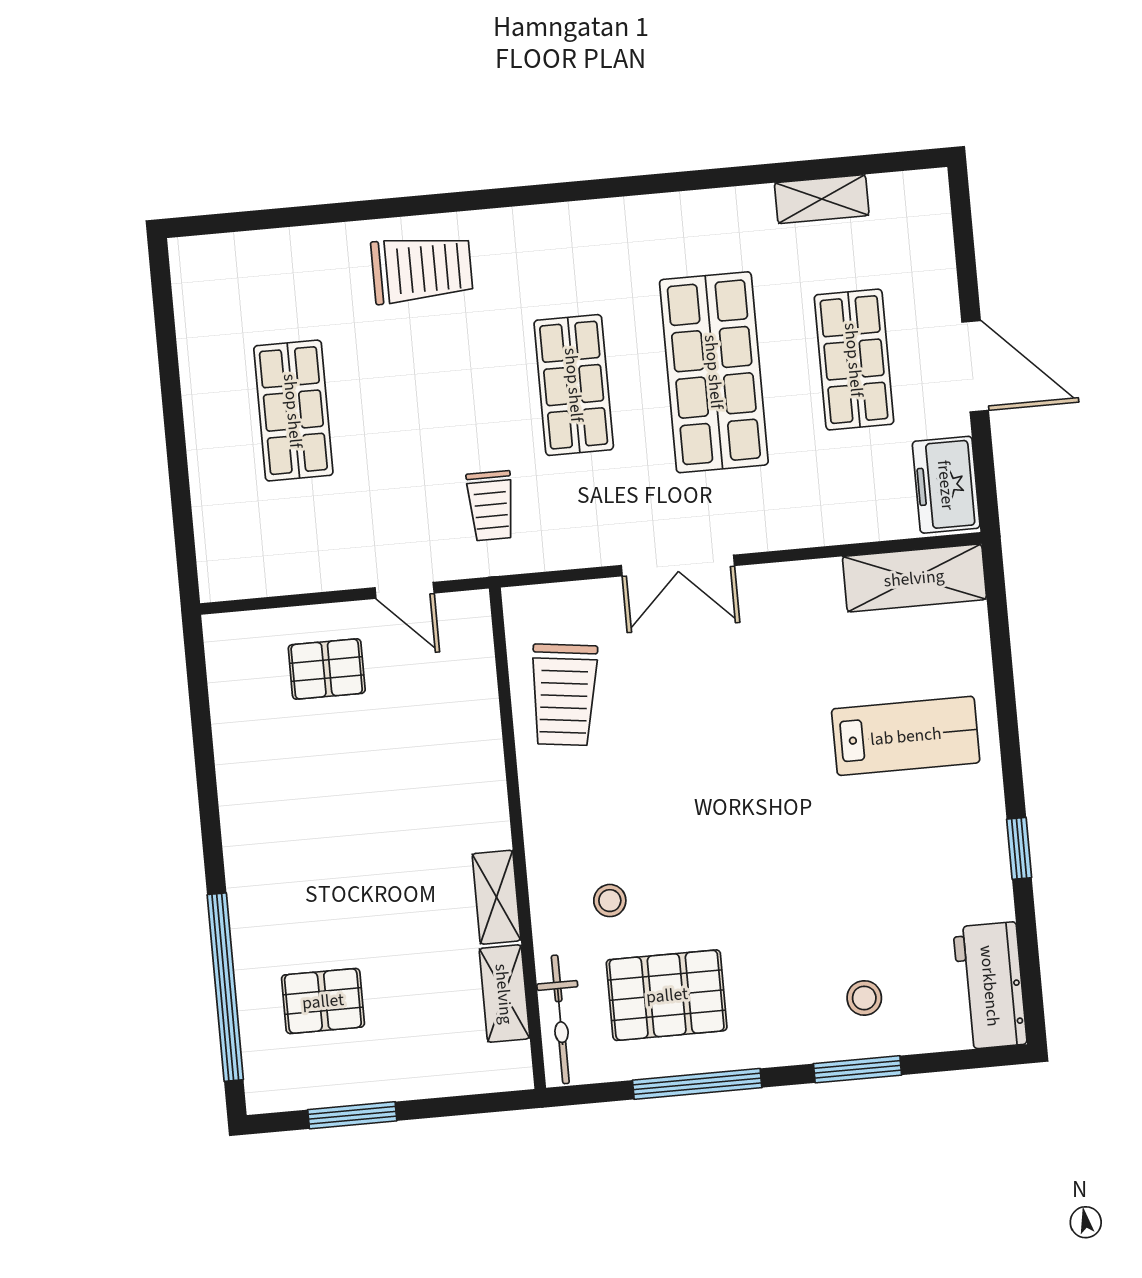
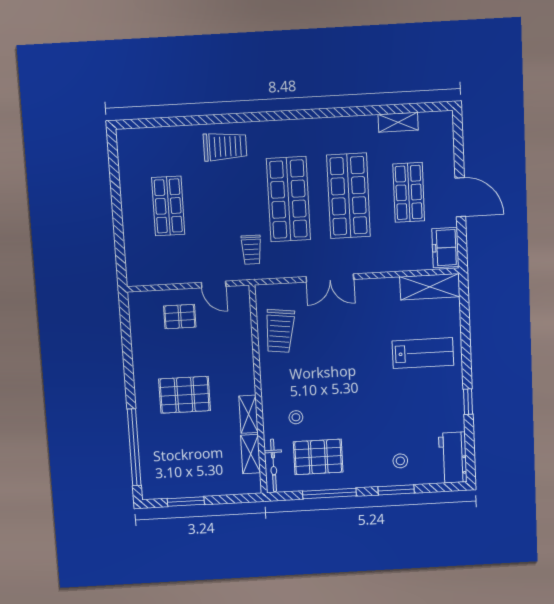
shop shelf: (574, 385) -> (288, 199), width x1.43, depth x1.36
pallet: (323, 1001) -> (185, 395), moved, width x1.50, depth x1.42

